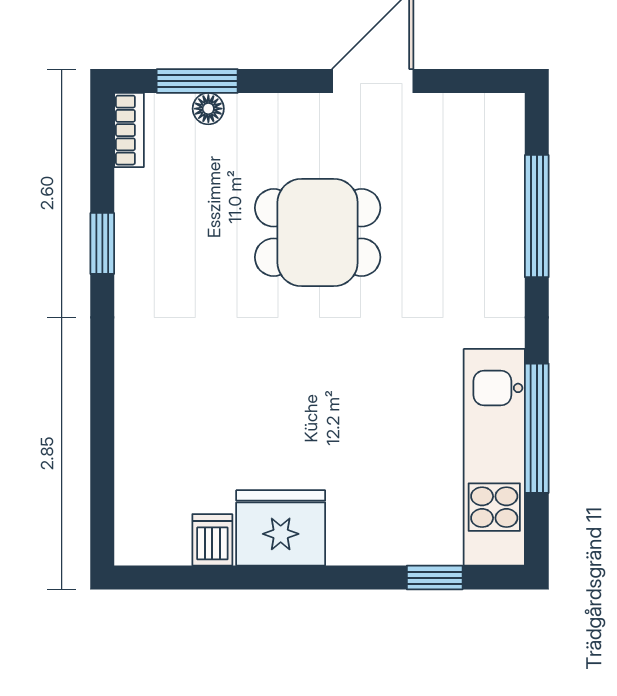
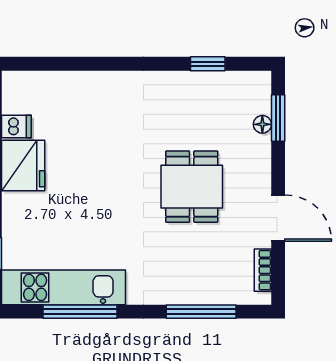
bookcase: (129, 130) -> (263, 270), moved, turned 90
window: (102, 243) -> (208, 64), moved

